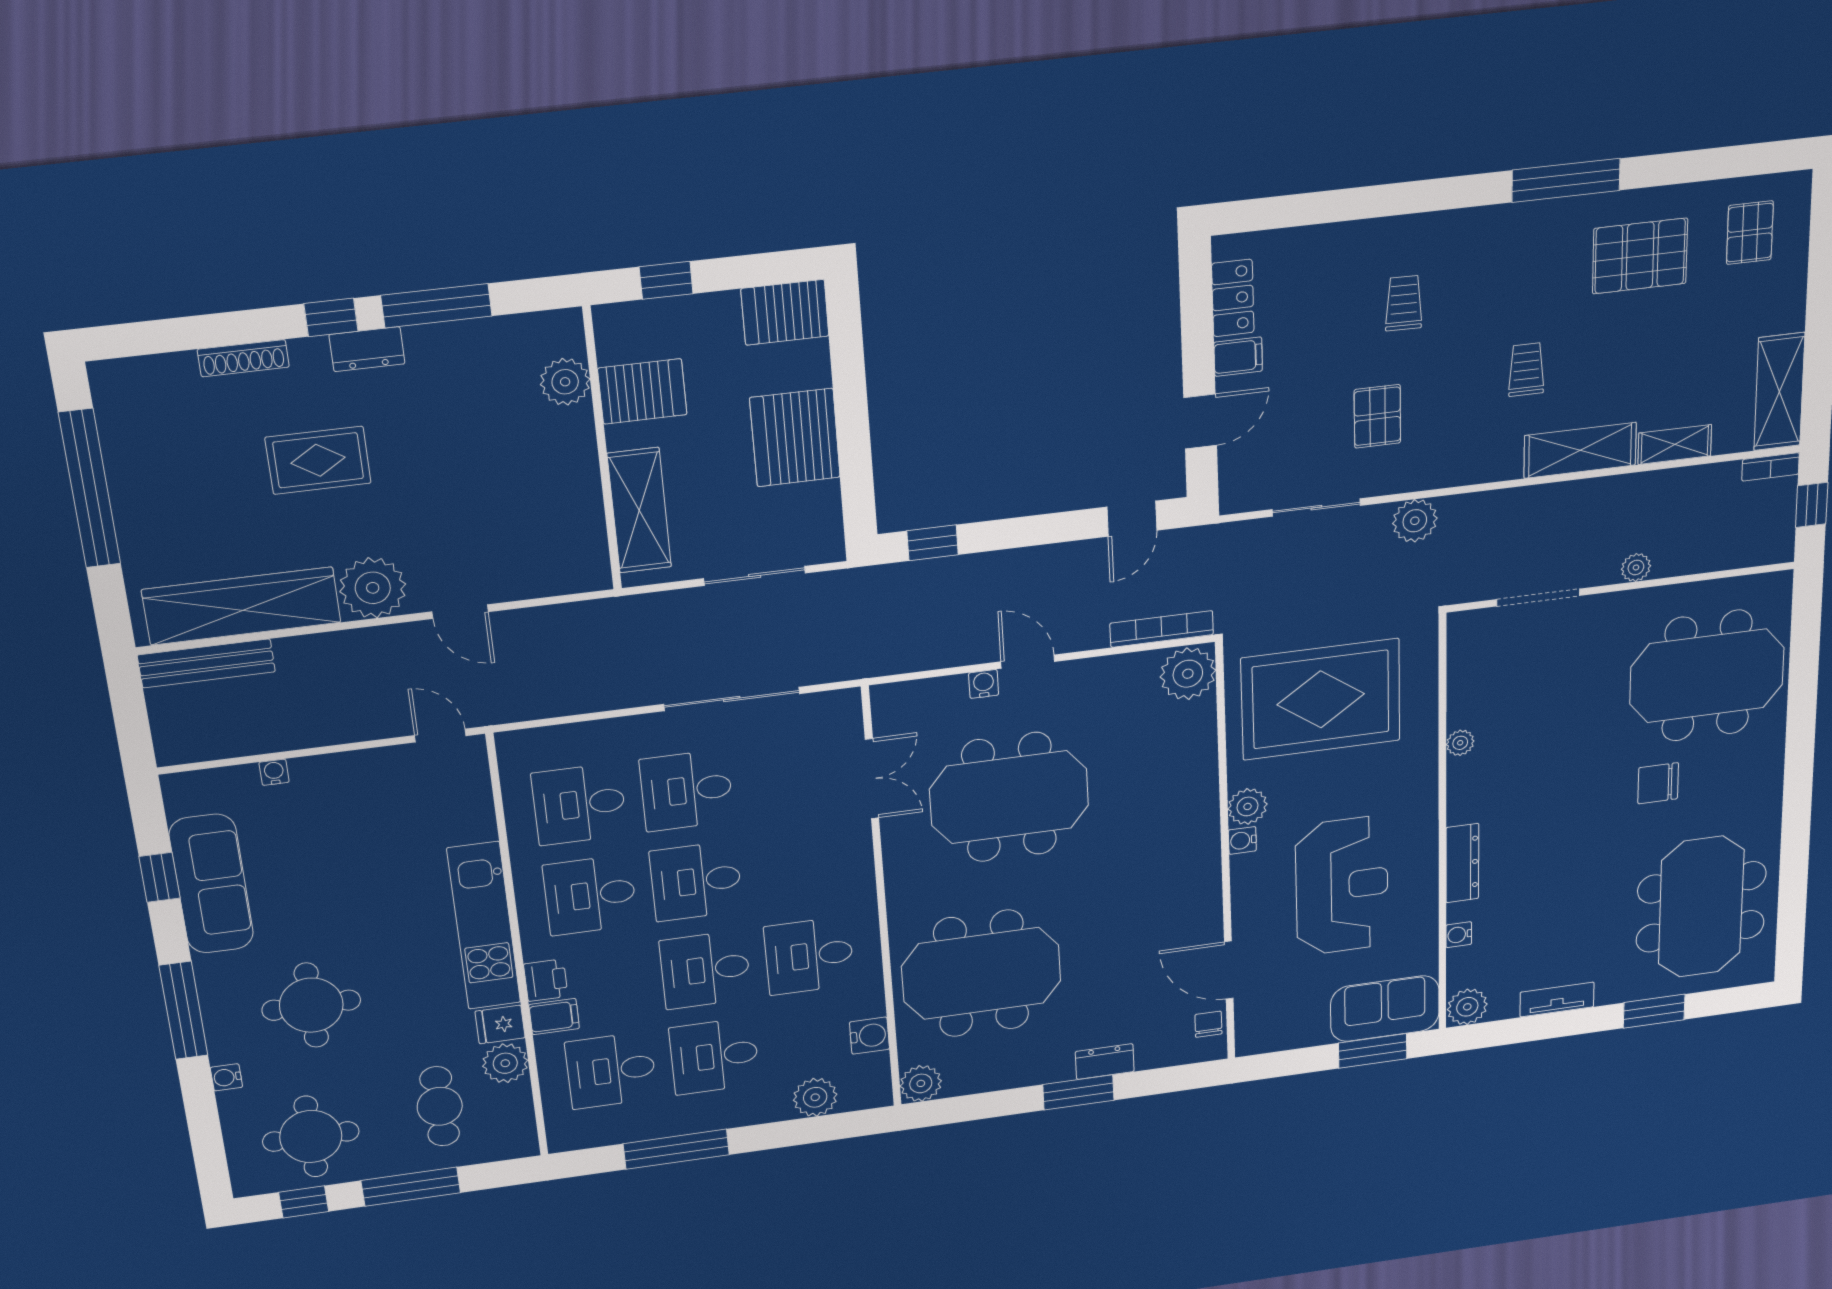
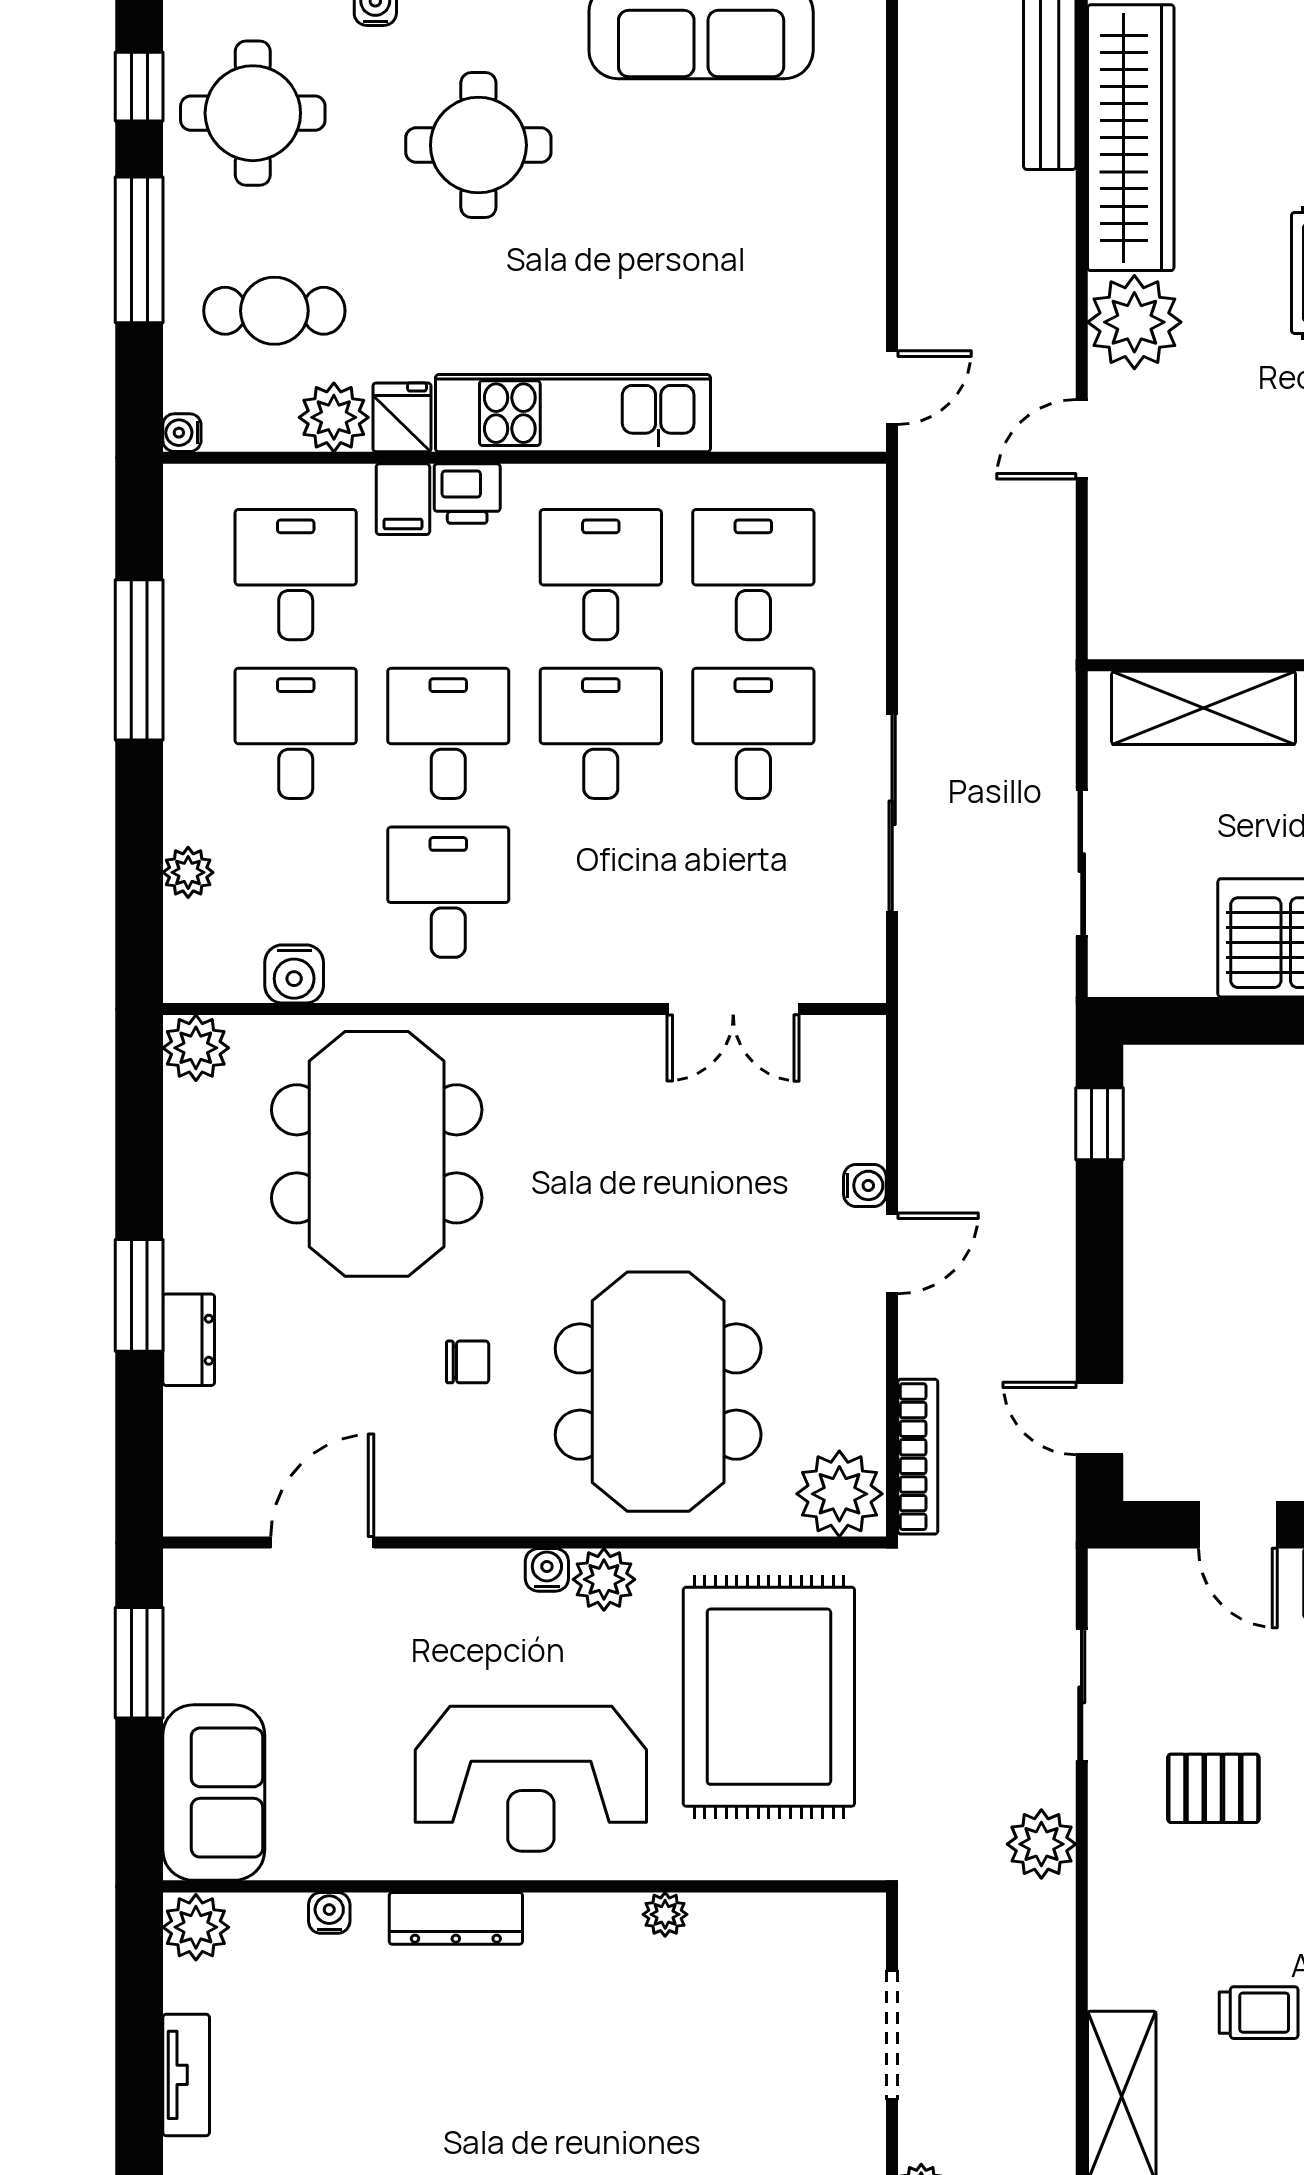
water cooler: (274, 772) -> (182, 433), moved, turned 180
meeting table: (1009, 797) -> (658, 1392), moved
reception desk: (1342, 886) -> (531, 1779), moved
chair: (1208, 1024) -> (468, 1362), moved
window: (1373, 1051) -> (139, 1663), moved
plant: (815, 1097) -> (188, 872), width x0.73, depth x0.73

